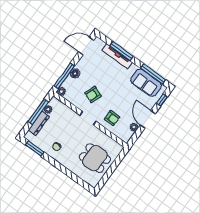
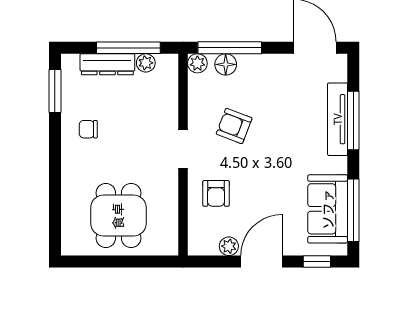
floor lamp: (75, 73) -> (226, 64), moved

